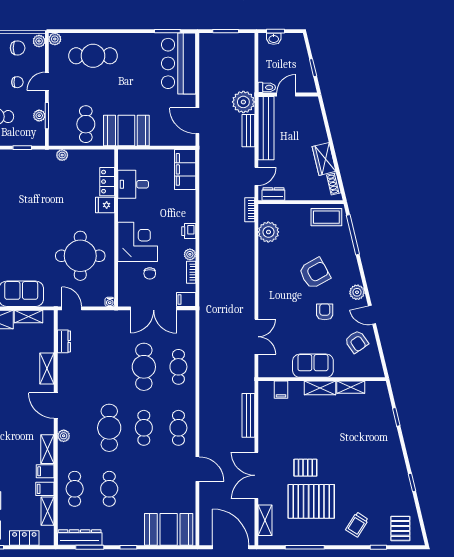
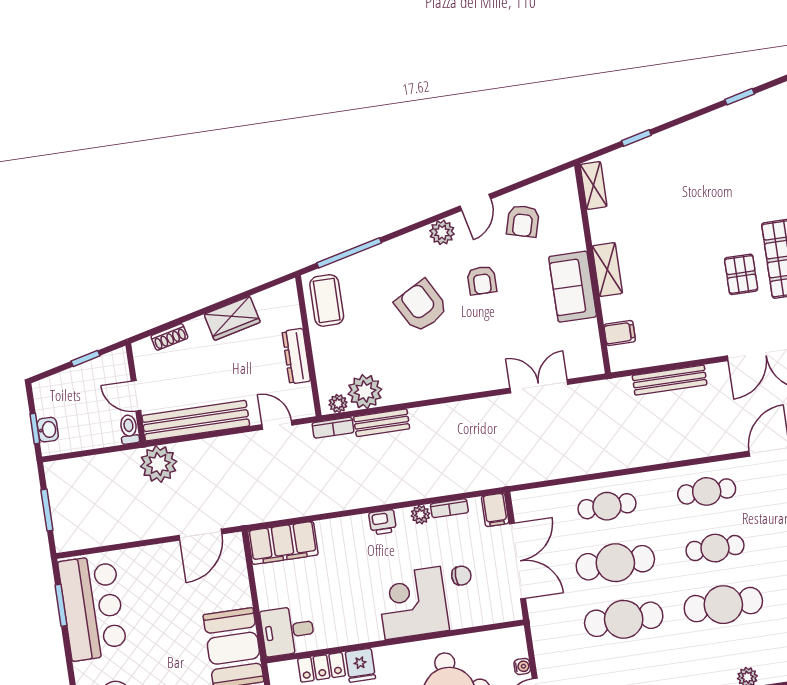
bar counter: (179, 63) -> (93, 608), moved, turned -90
bench: (248, 131) -> (382, 423), moved
desk: (133, 184) -> (288, 631), moved, turned 90
shoe rack: (334, 184) -> (169, 337), moved
dresser: (273, 194) -> (296, 356), moved, width x1.44
plant: (264, 215) -> (338, 404), added
water cooler: (110, 302) -> (522, 666), moved
armchair: (325, 312) -> (482, 280), turned -90
armchair: (357, 342) -> (523, 221), turned 140
cafe table: (109, 367) -> (624, 619), added
shelving: (351, 387) -> (594, 185), moved

